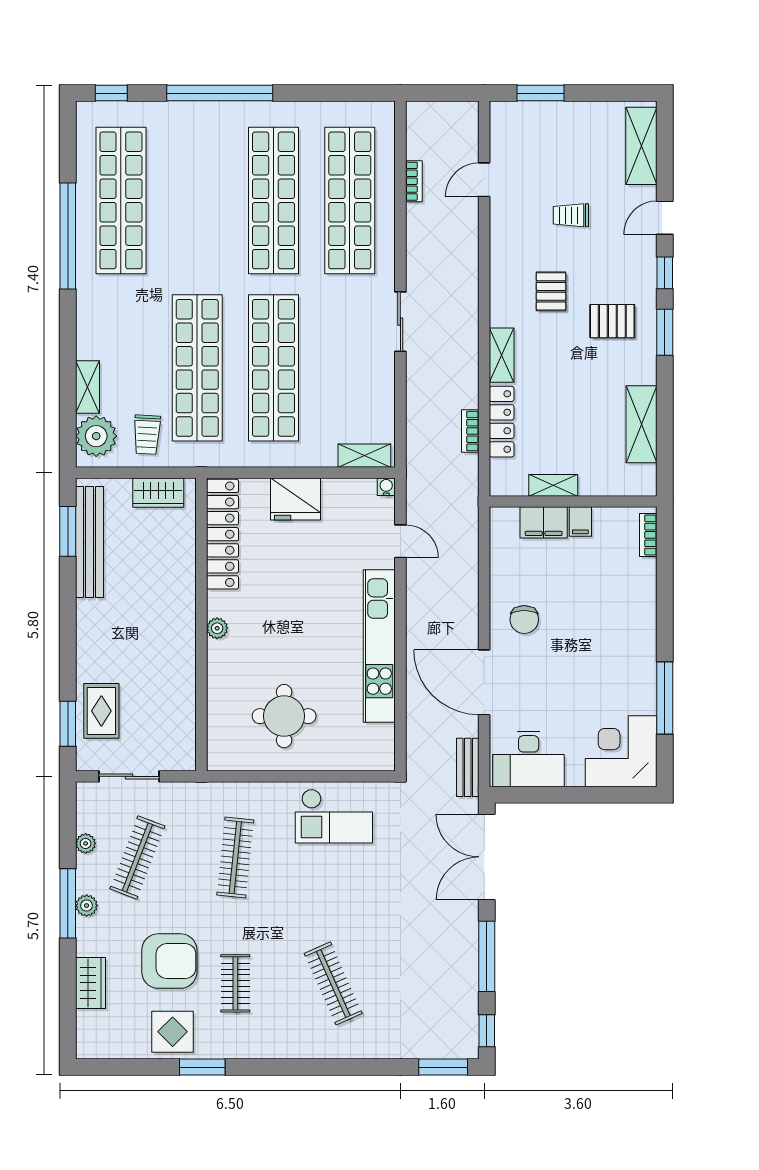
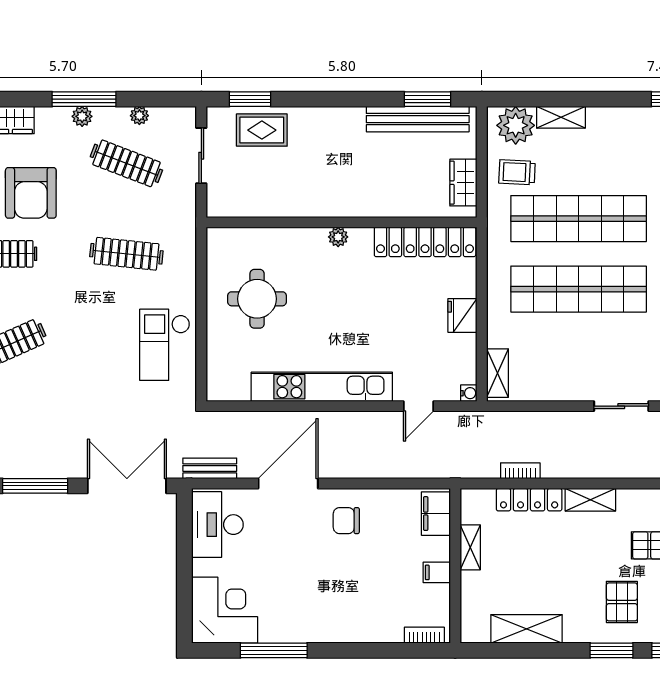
fridge: (296, 499) -> (462, 315), width x0.73, depth x0.75
filing cabinet: (544, 522) -> (436, 514), moved

